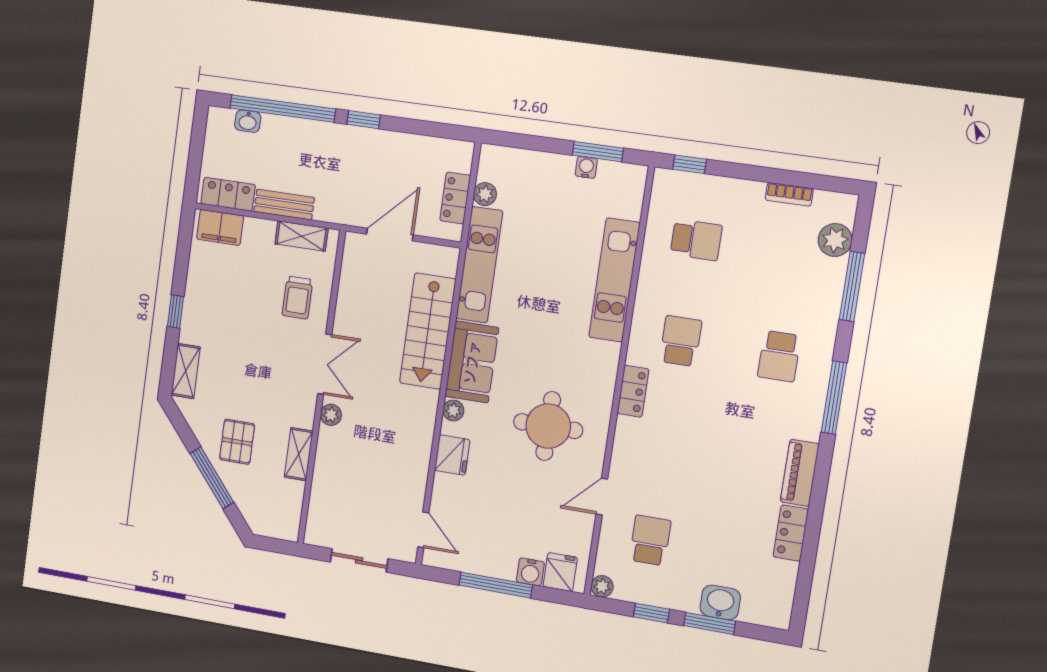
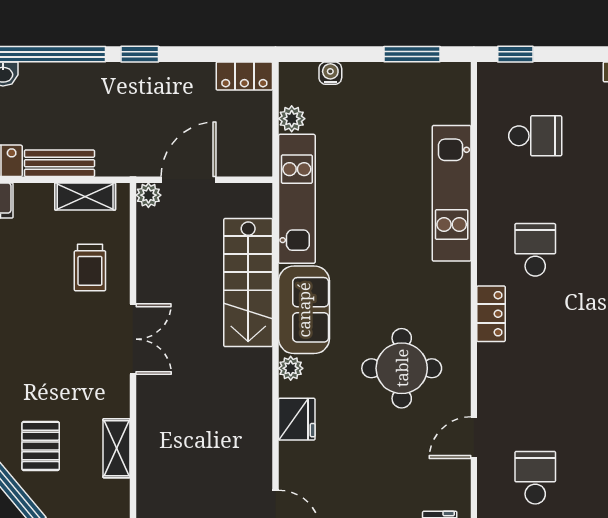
water cooler: (586, 167) -> (330, 73), moved
locker: (455, 198) -> (244, 76), moved, turned -90
plant: (331, 415) -> (148, 195), moved

